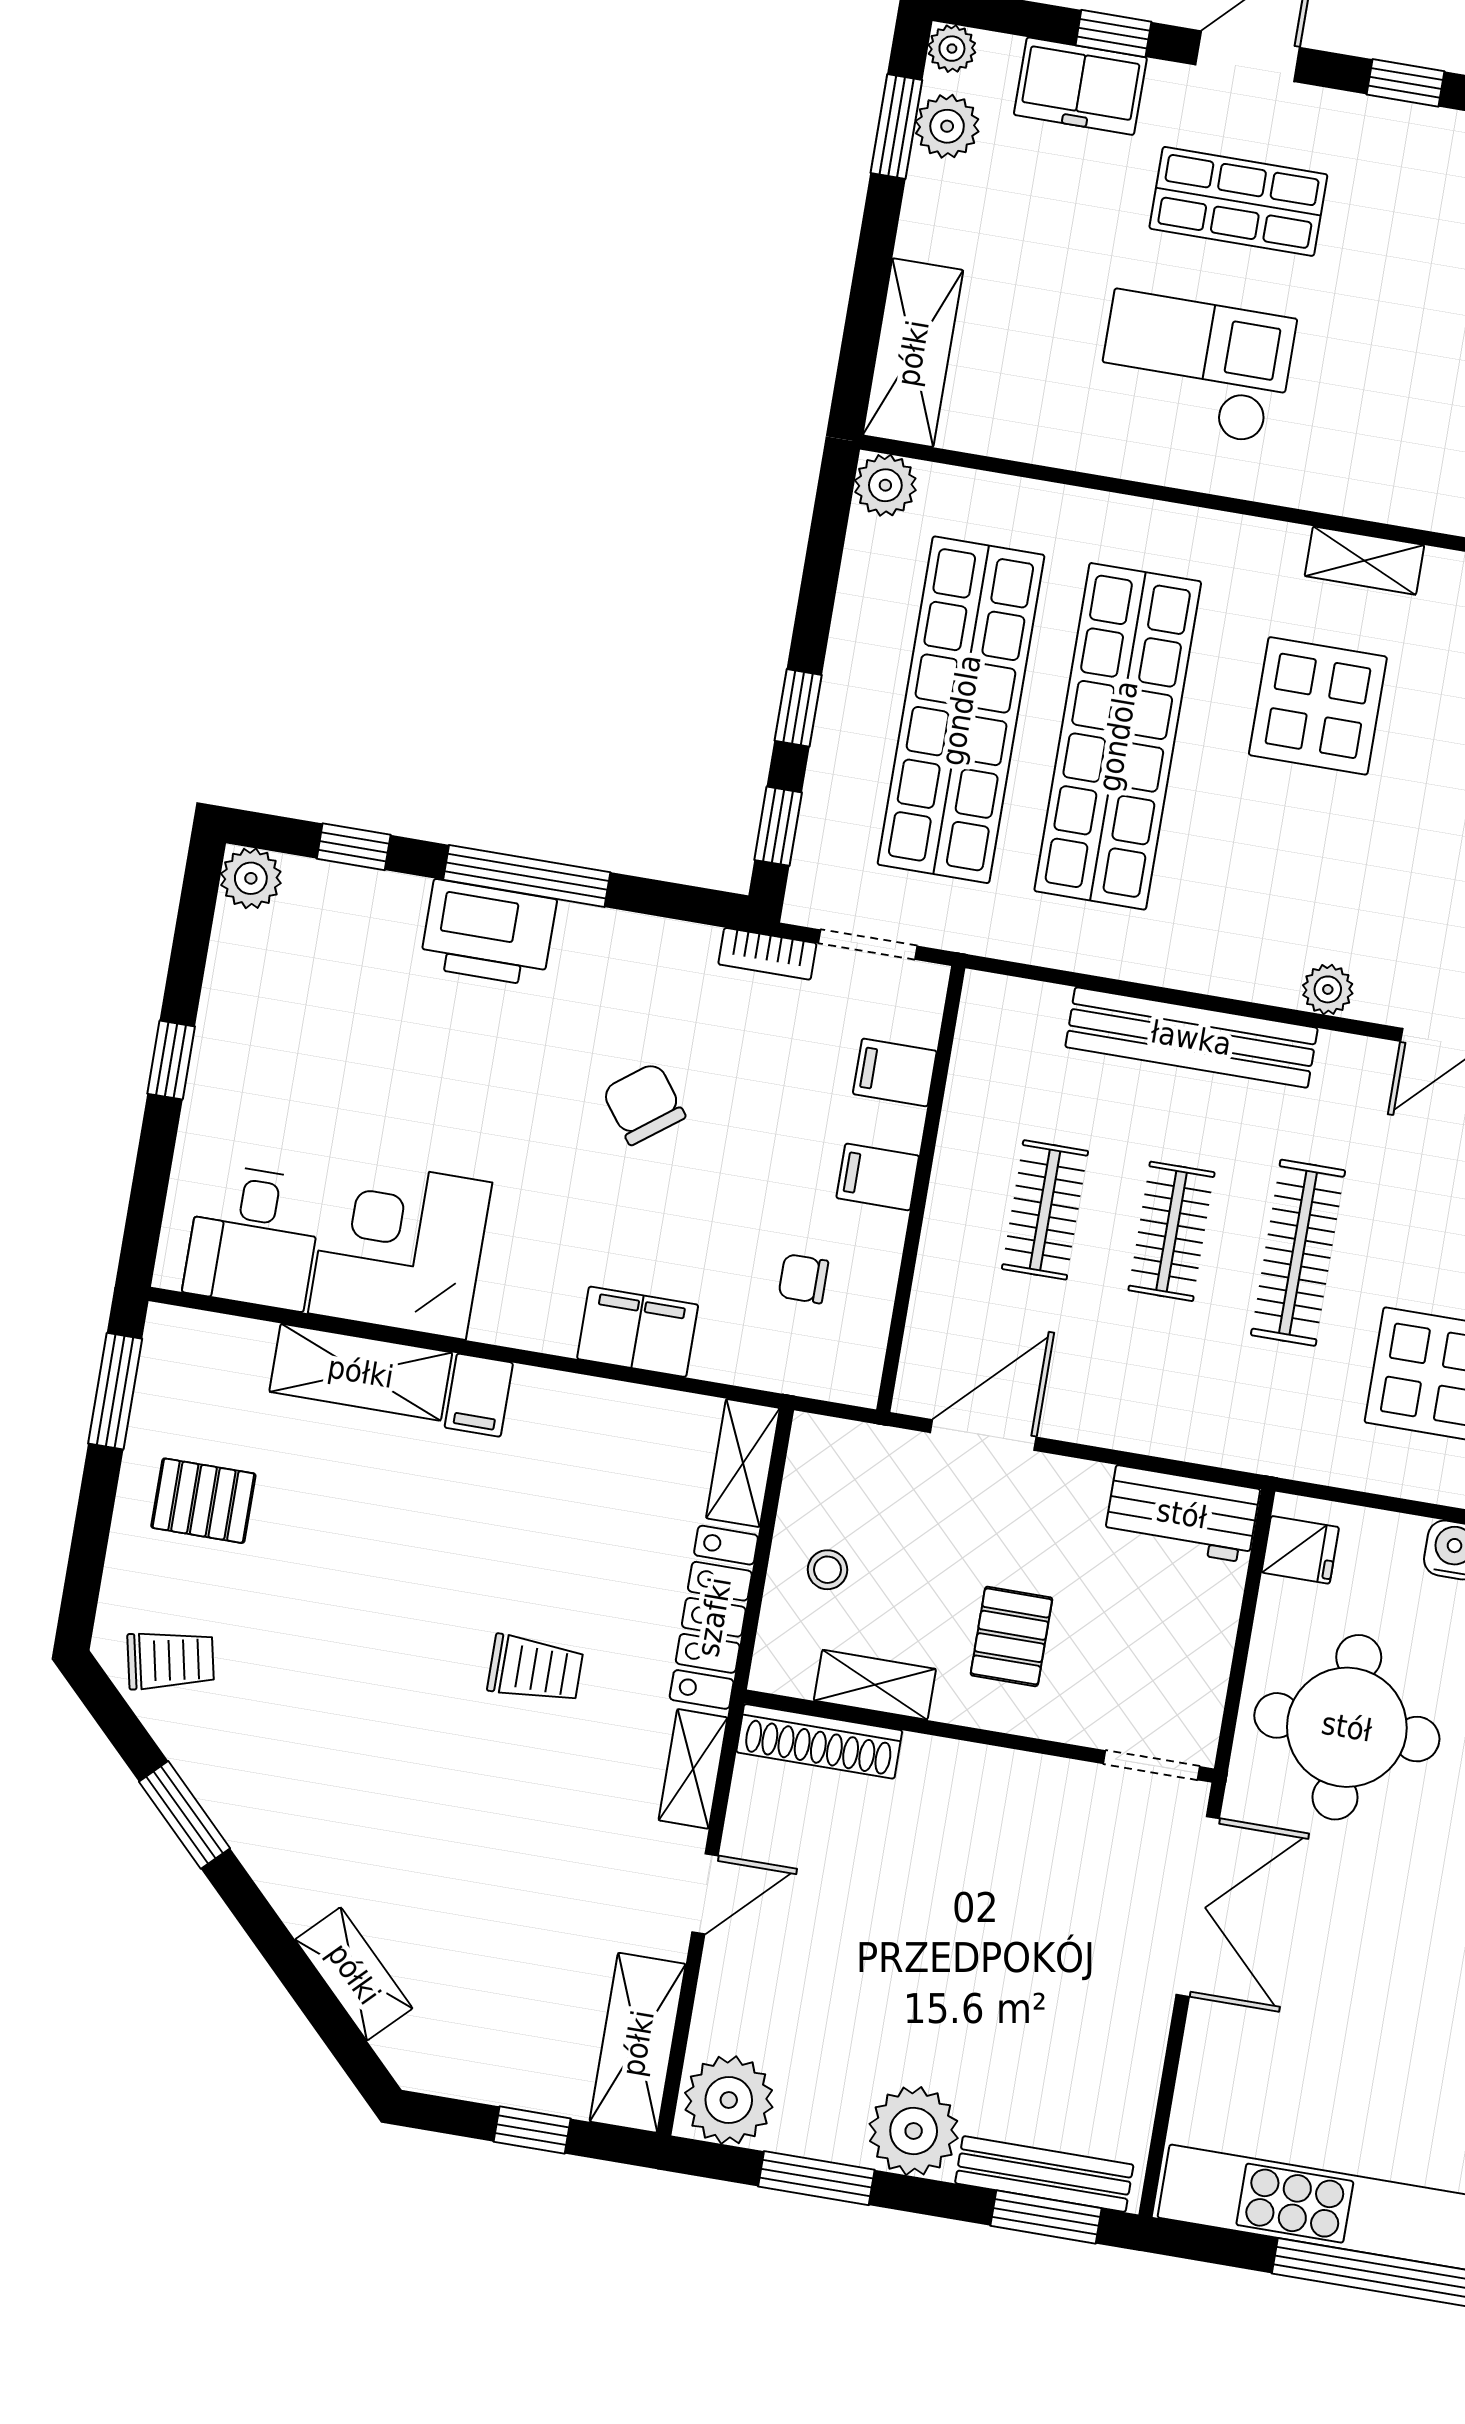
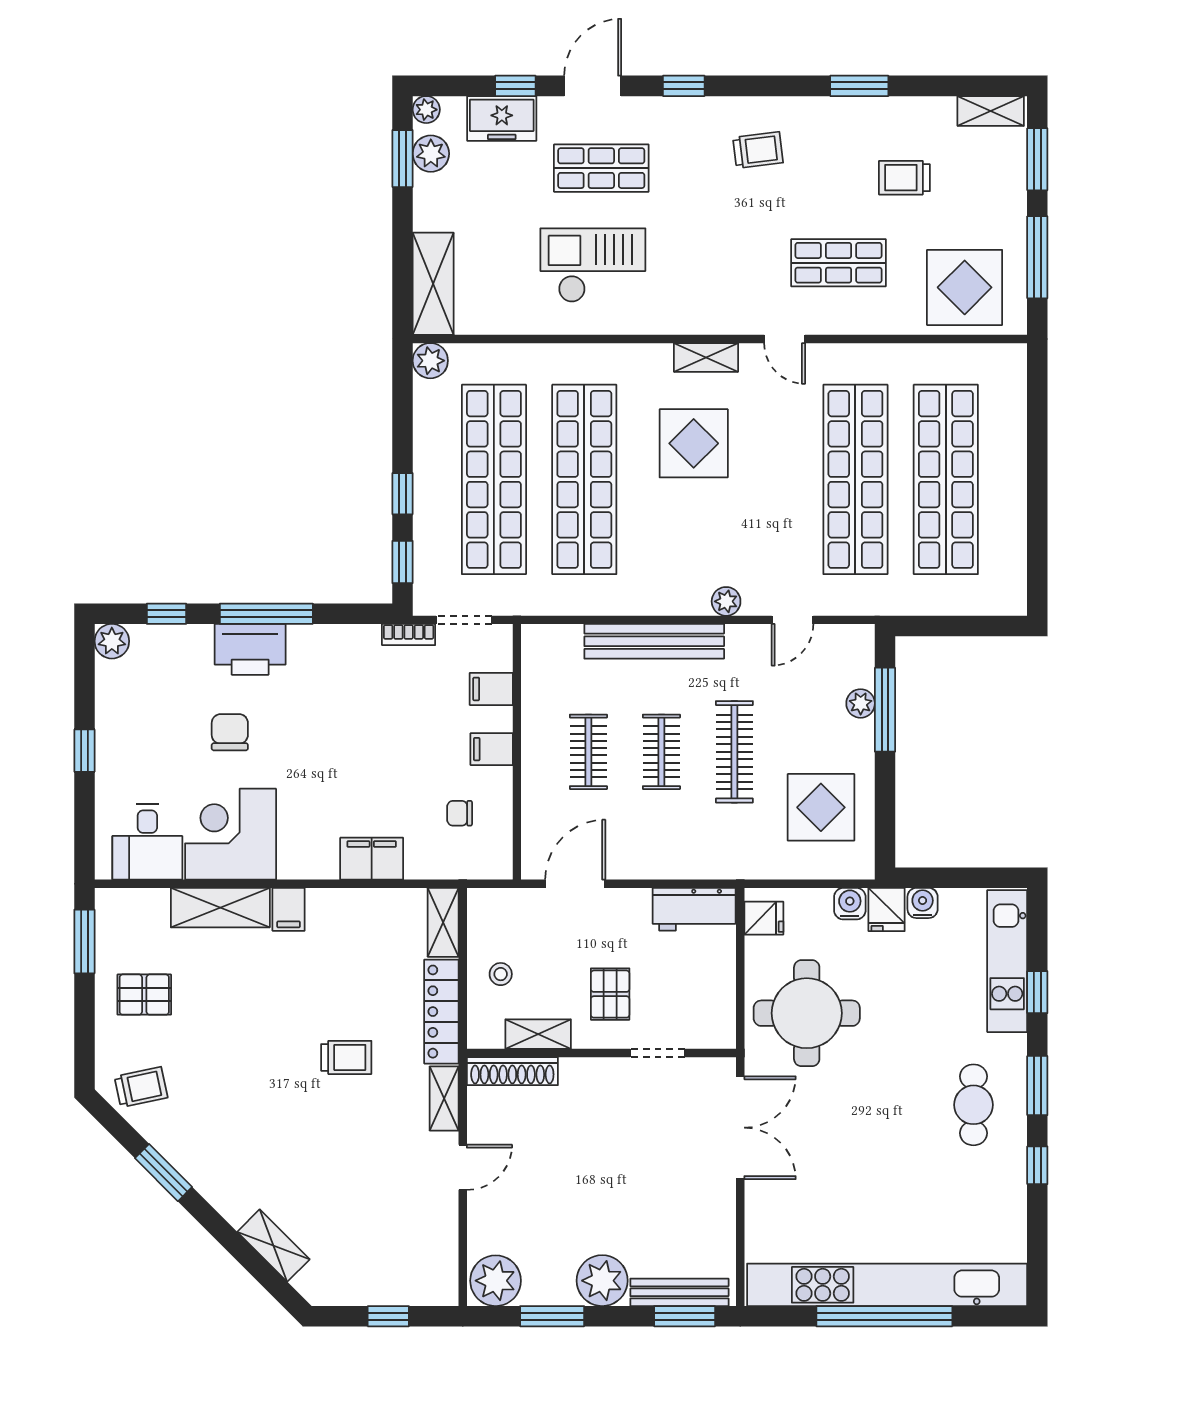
chair: (644, 1104) -> (230, 732), moved, turned 37
doorway: (1152, 1765) -> (658, 1053), moved
shelving: (638, 2043) -> (439, 1257), removed

